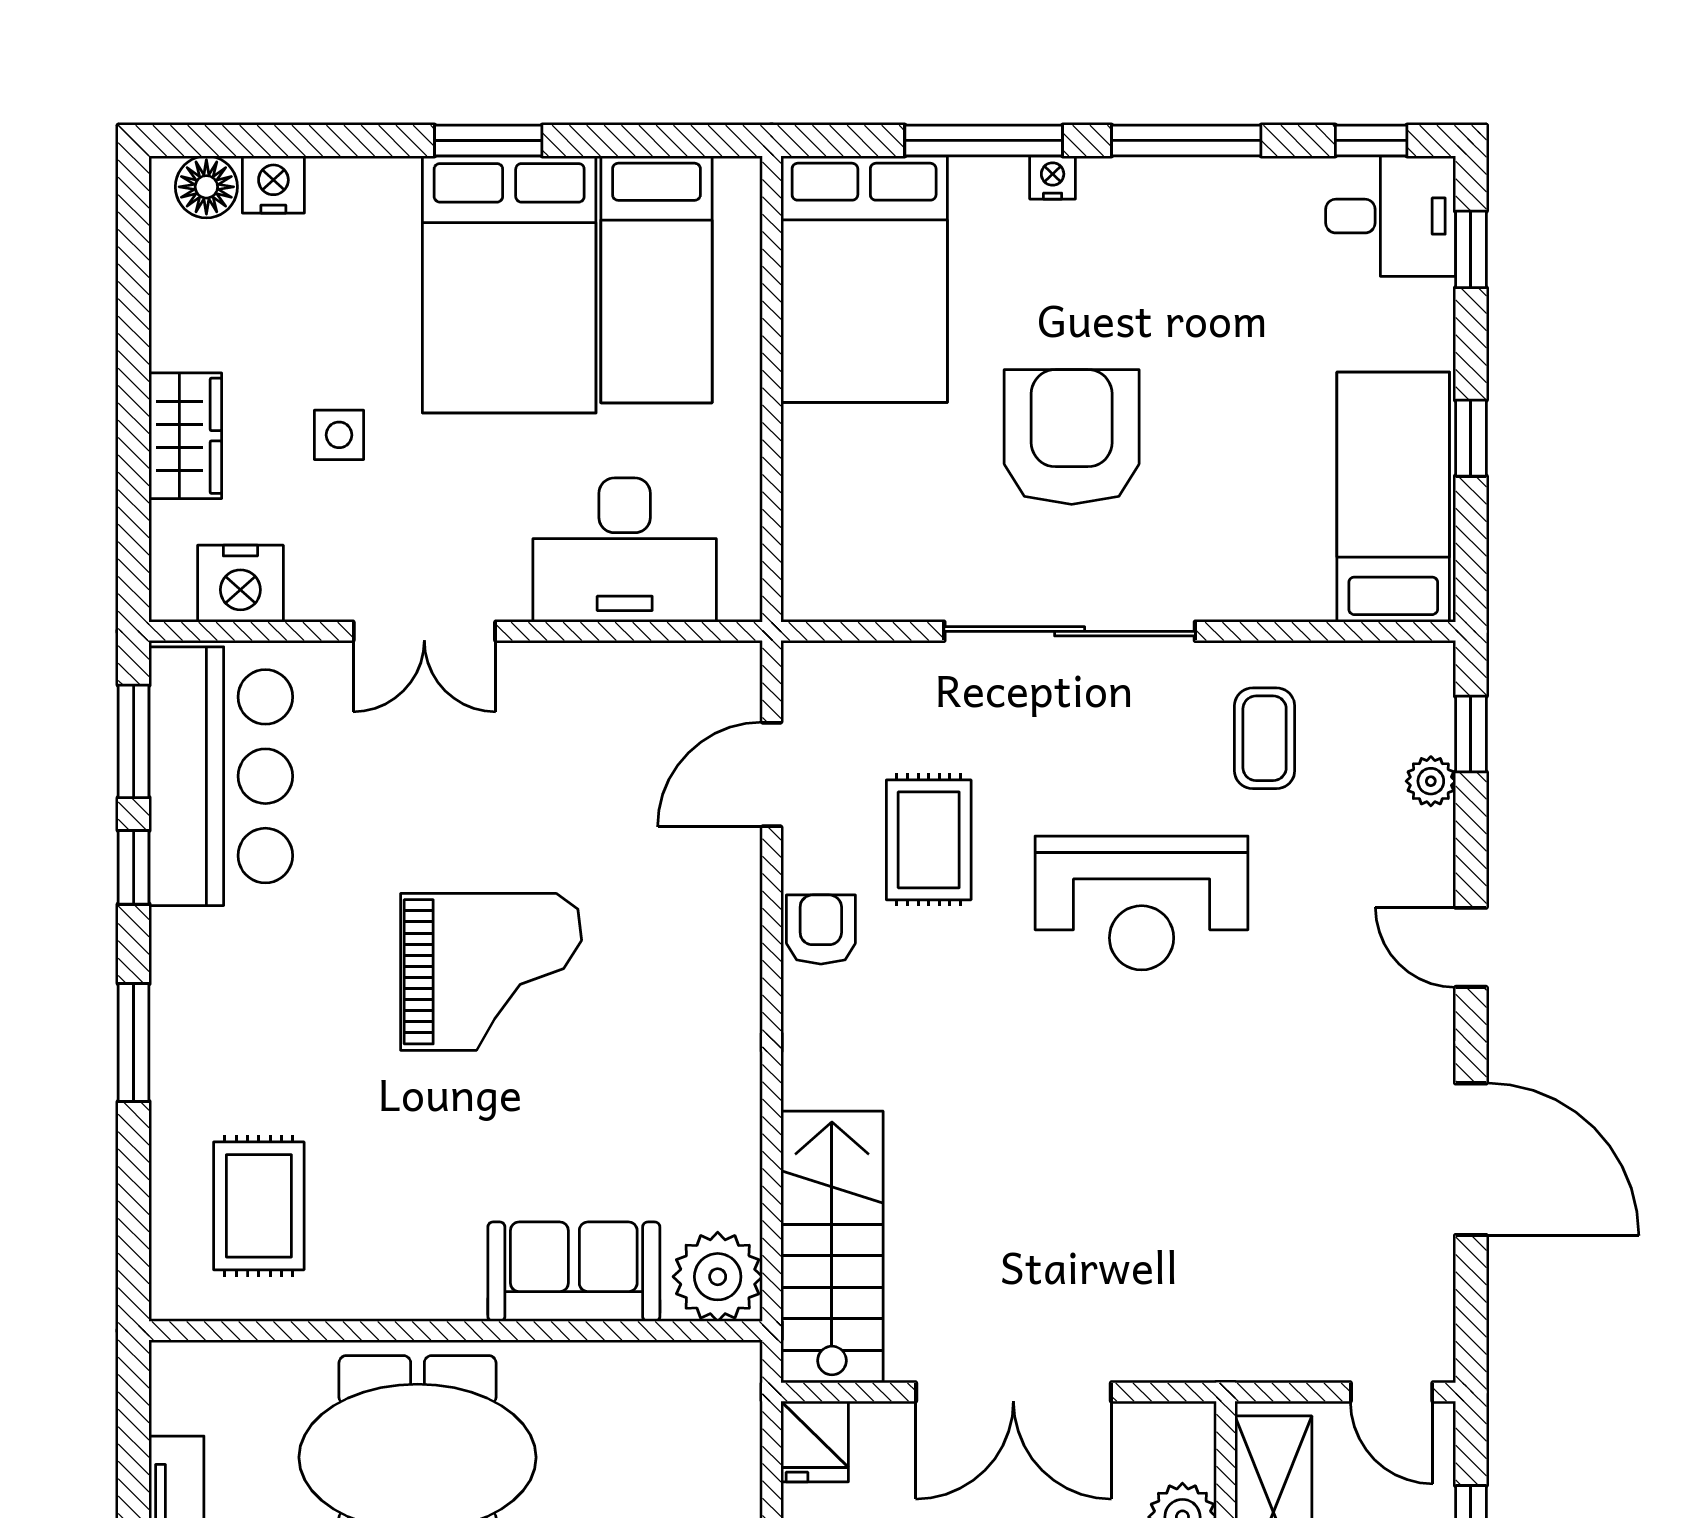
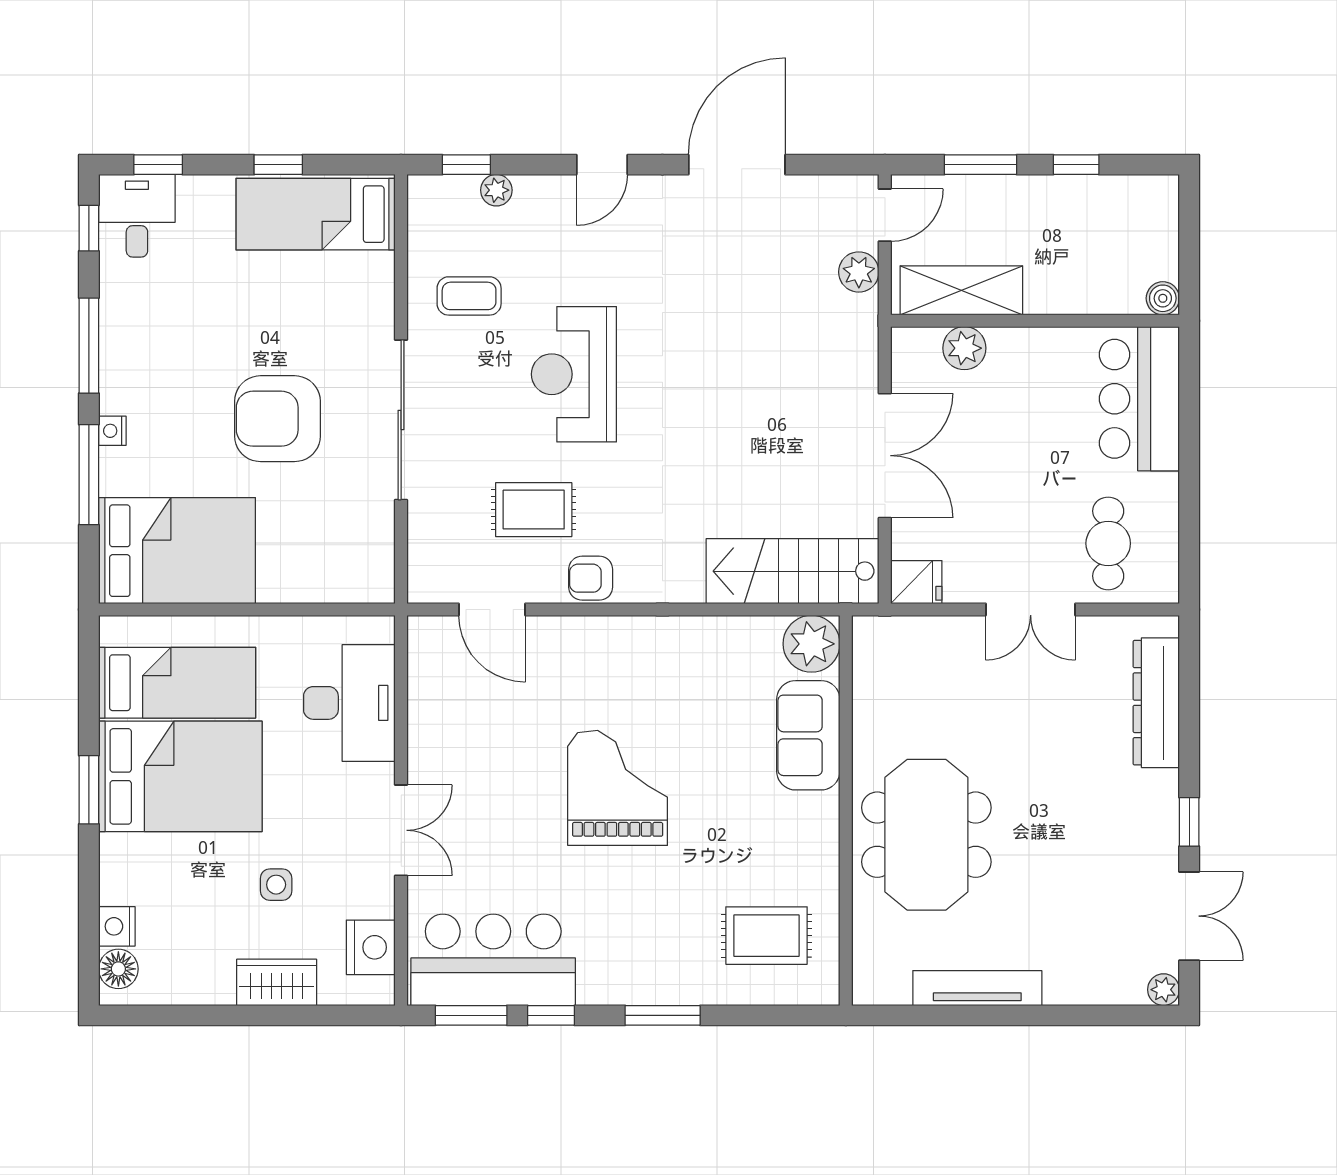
reception desk: (1142, 903) -> (574, 374), turned 180
plant: (1302, 1351) -> (859, 272), added

